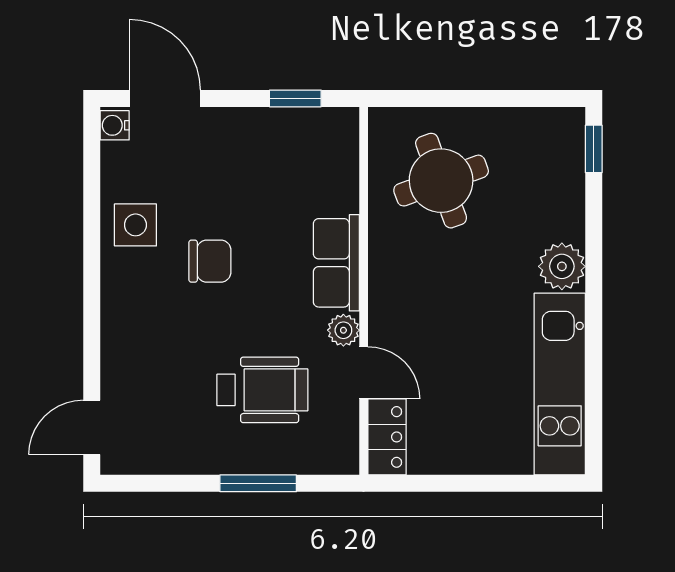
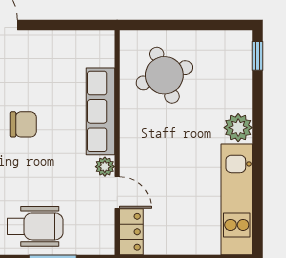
window: (295, 98) -> (75, 25), removed
row of seats: (336, 263) -> (100, 111), width x1.48
wheelchair: (262, 390) -> (35, 226), moved

